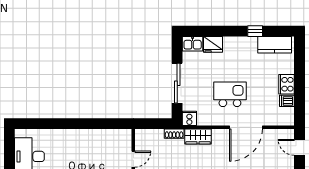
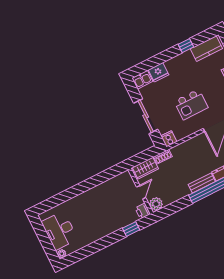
kitchen island: (230, 94) -> (191, 104), turned 180
wardrobe: (198, 136) -> (145, 168), moved

